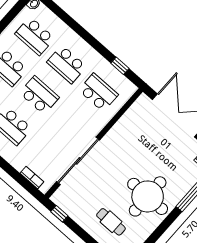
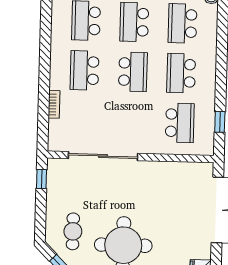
bookcase: (32, 177) -> (54, 104), moved

